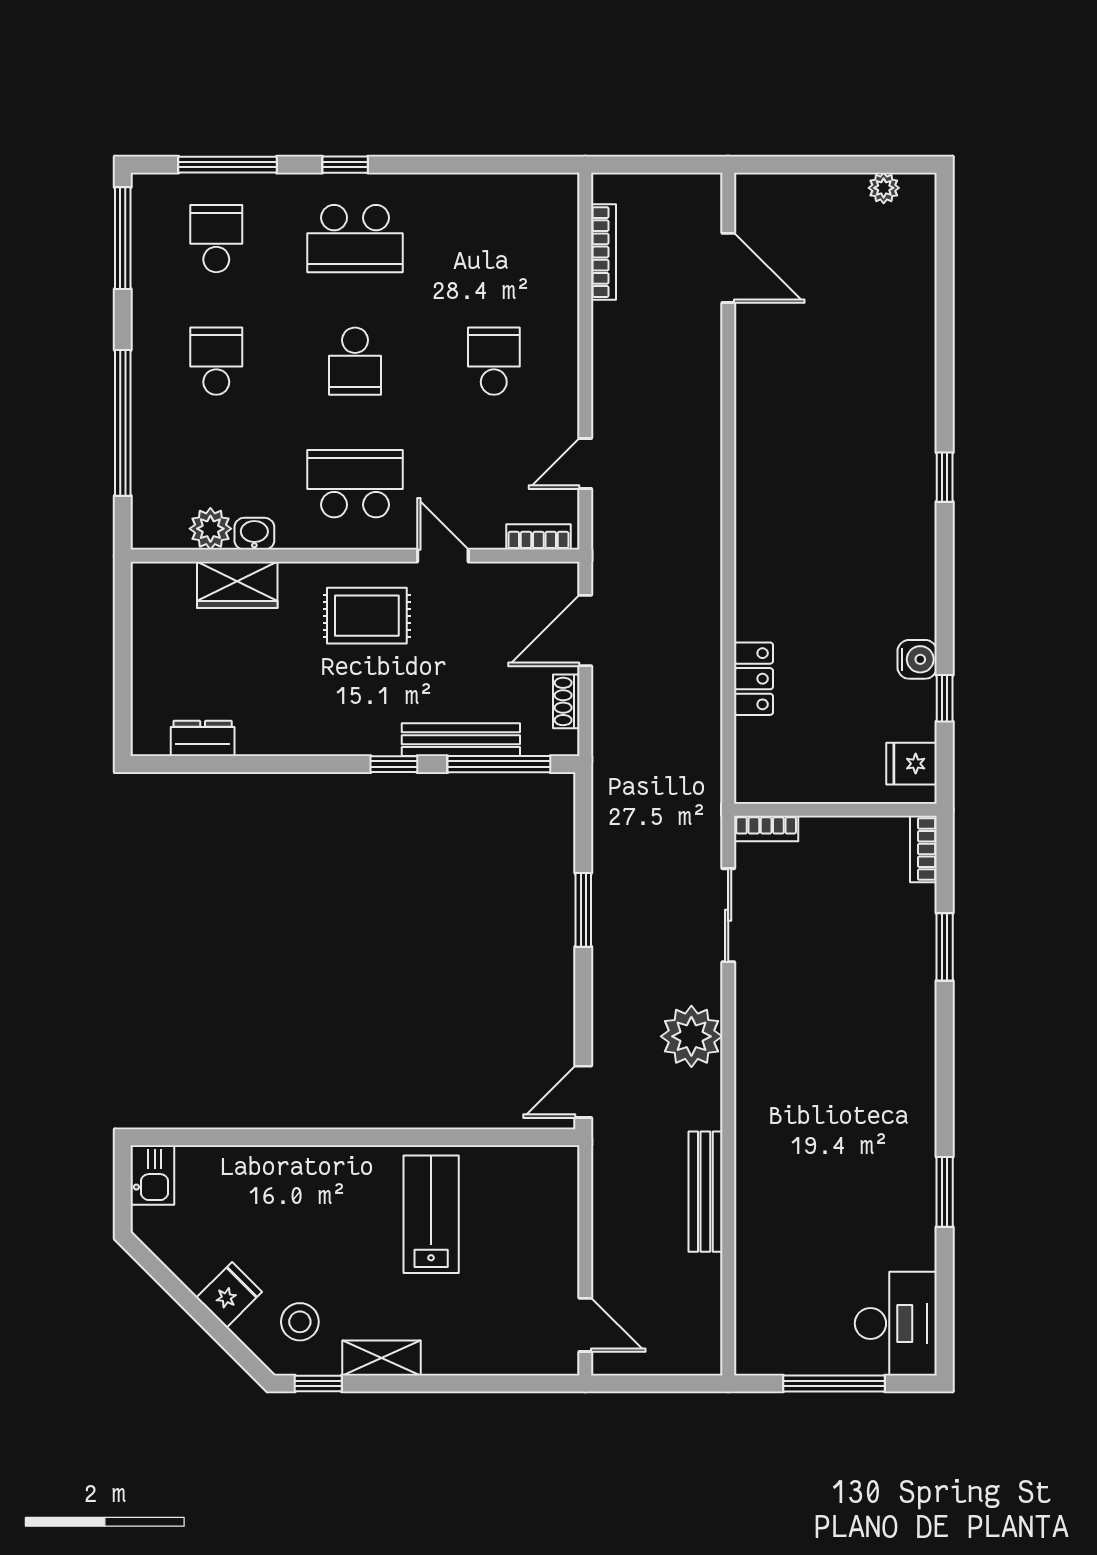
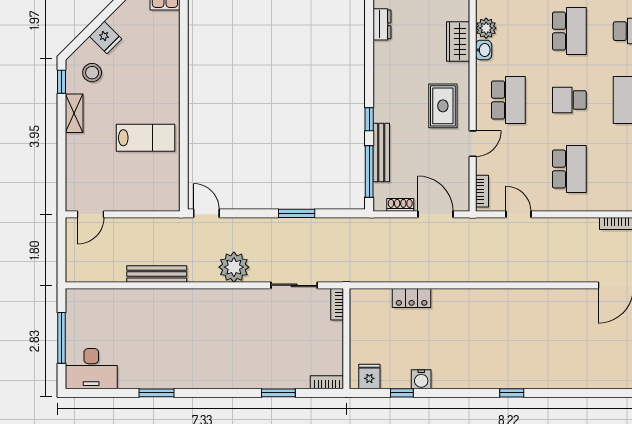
school desk: (216, 361) -> (569, 31), width x1.85
school desk: (494, 361) -> (569, 169), width x1.85

